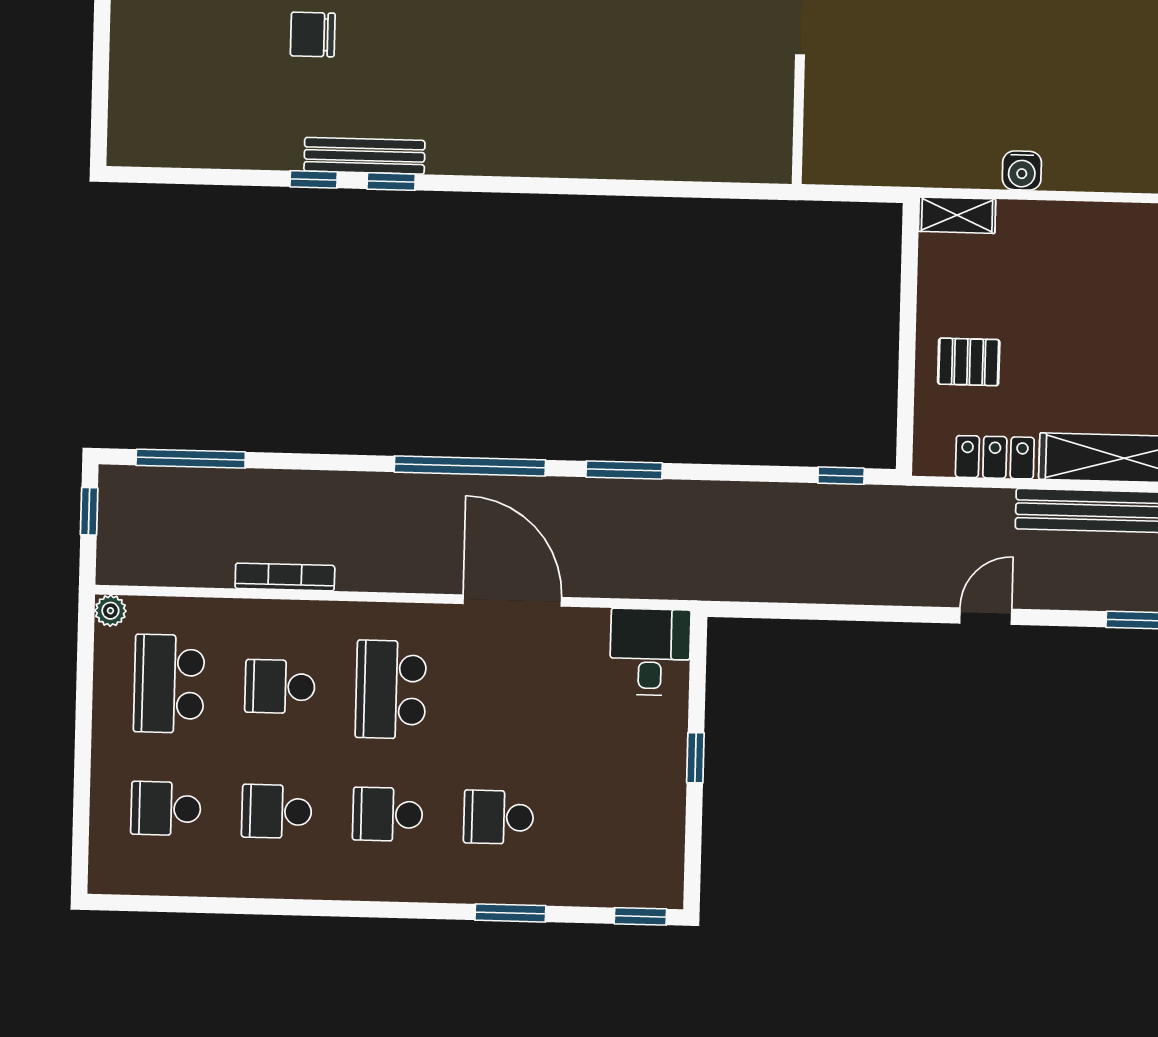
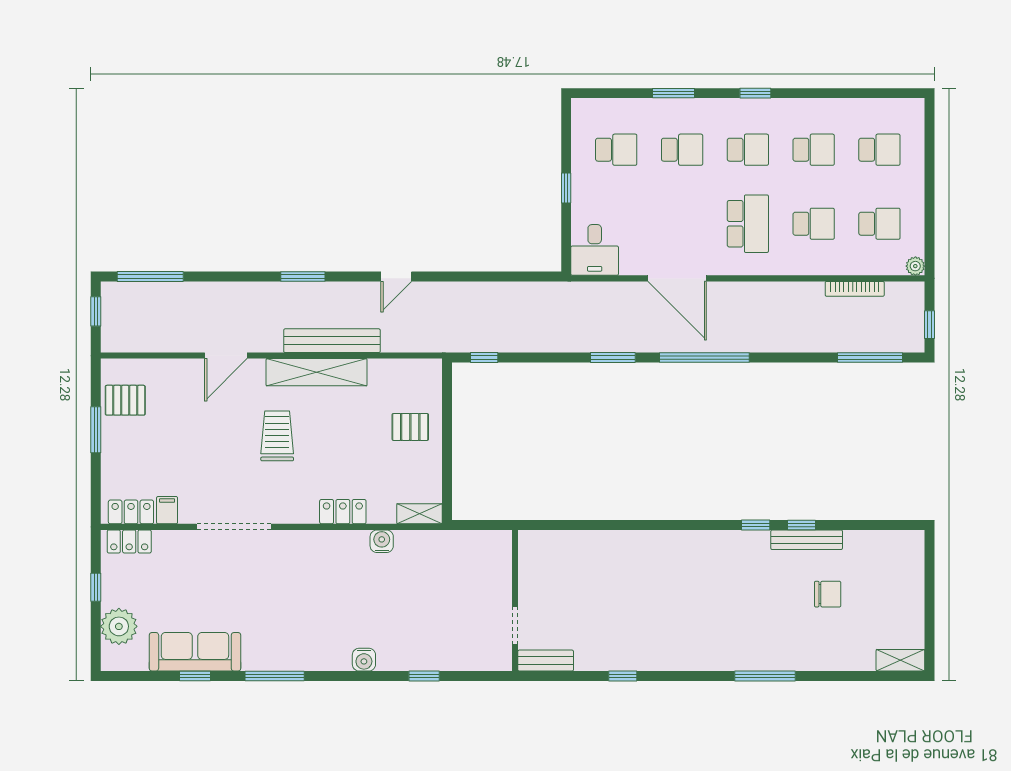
chair: (313, 34) -> (828, 594), moved
bench: (364, 156) -> (807, 540), moved
locker: (995, 457) -> (343, 512), moved, turned 180
bookcase: (285, 577) -> (855, 289), moved
school desk: (169, 684) -> (879, 224), width x0.54
school desk: (609, 820) -> (616, 150), added
window: (640, 916) -> (755, 93), moved

